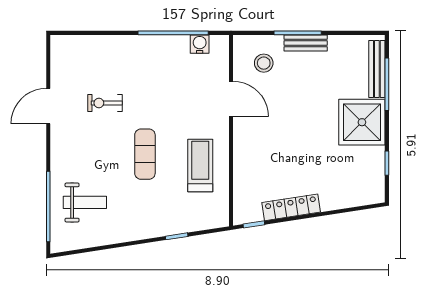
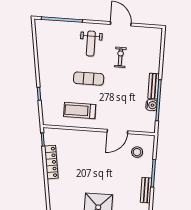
bench: (150, 43) -> (154, 86), added
bench: (306, 43) -> (146, 190), moved
water cooler: (200, 44) -> (152, 105), moved
treadmill: (200, 166) -> (80, 111), turned 180
weight bench: (85, 202) -> (91, 44), moved

